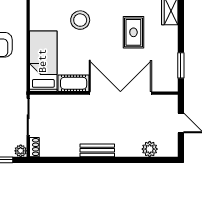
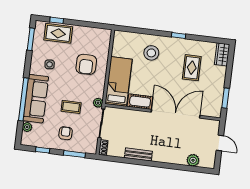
bench: (97, 150) -> (138, 154), moved
plant: (21, 151) -> (98, 103), moved

